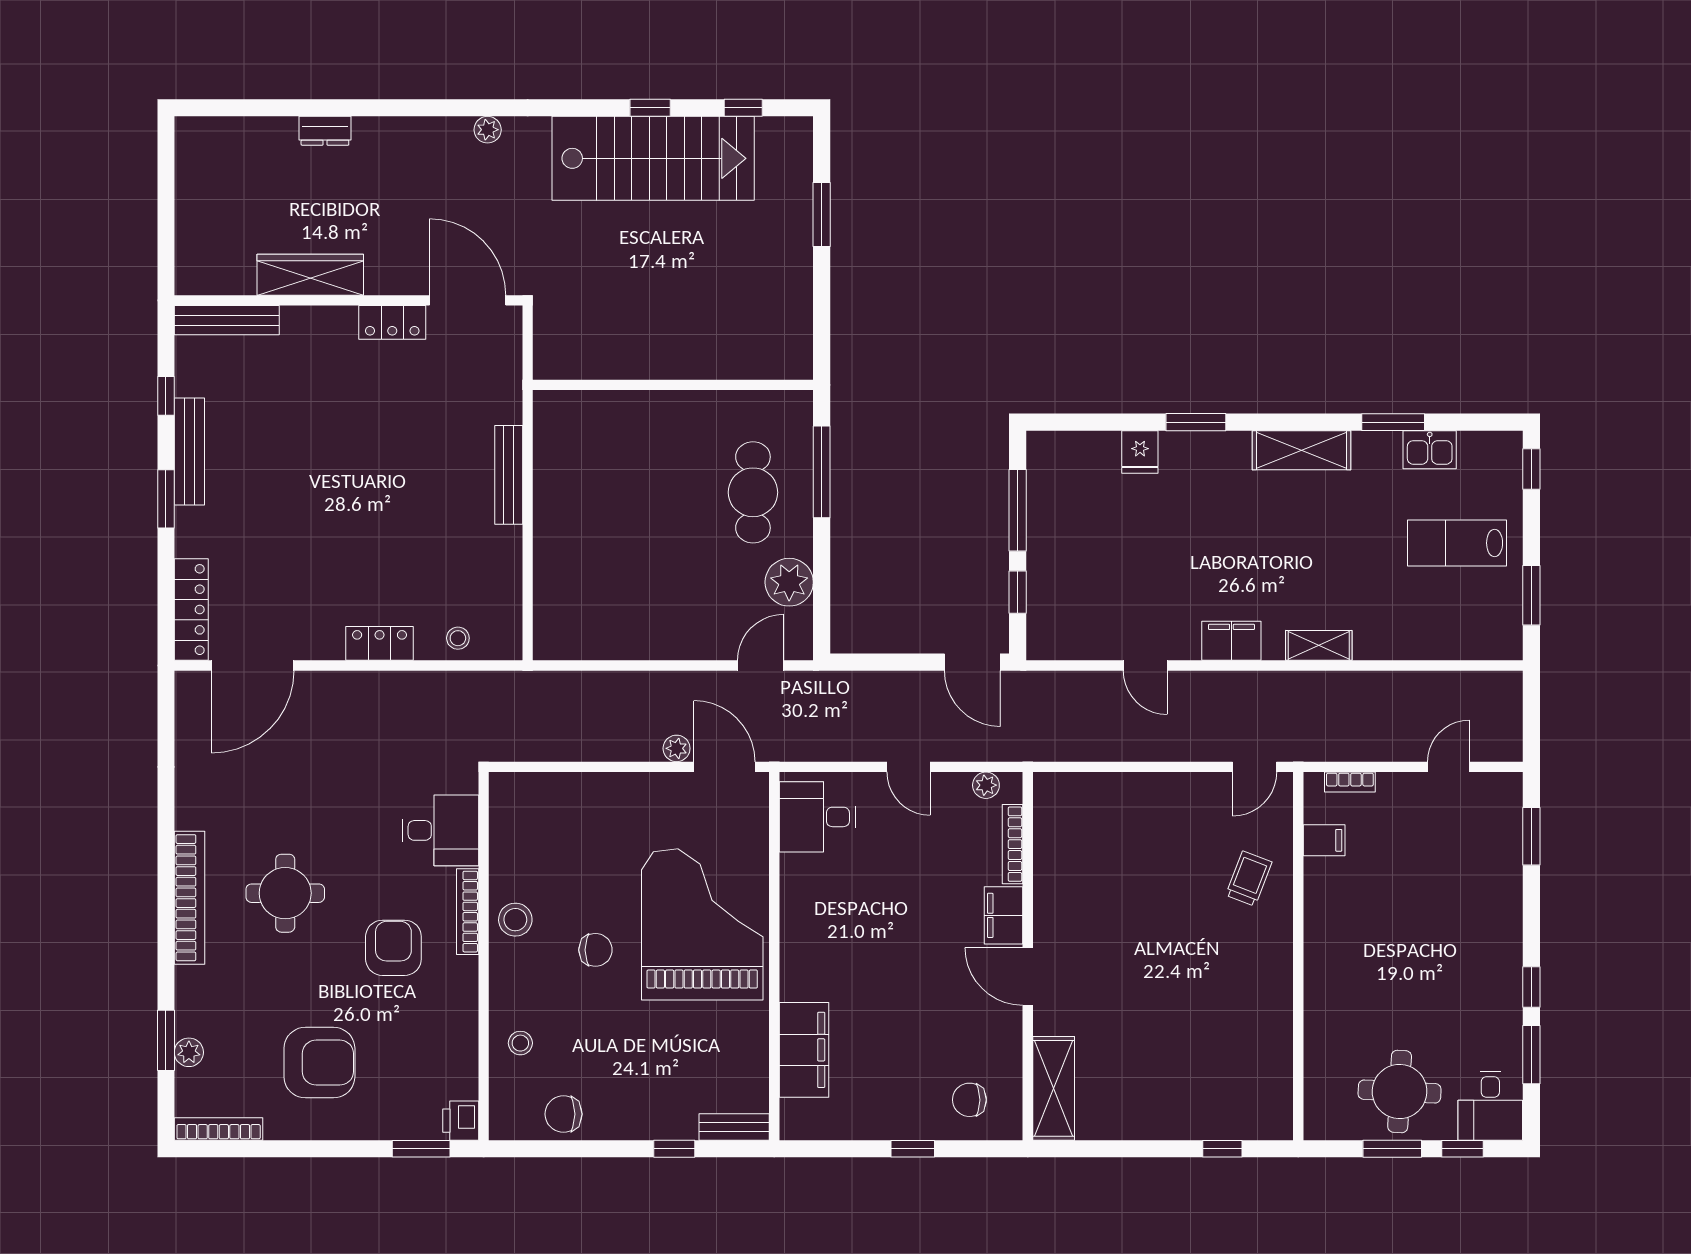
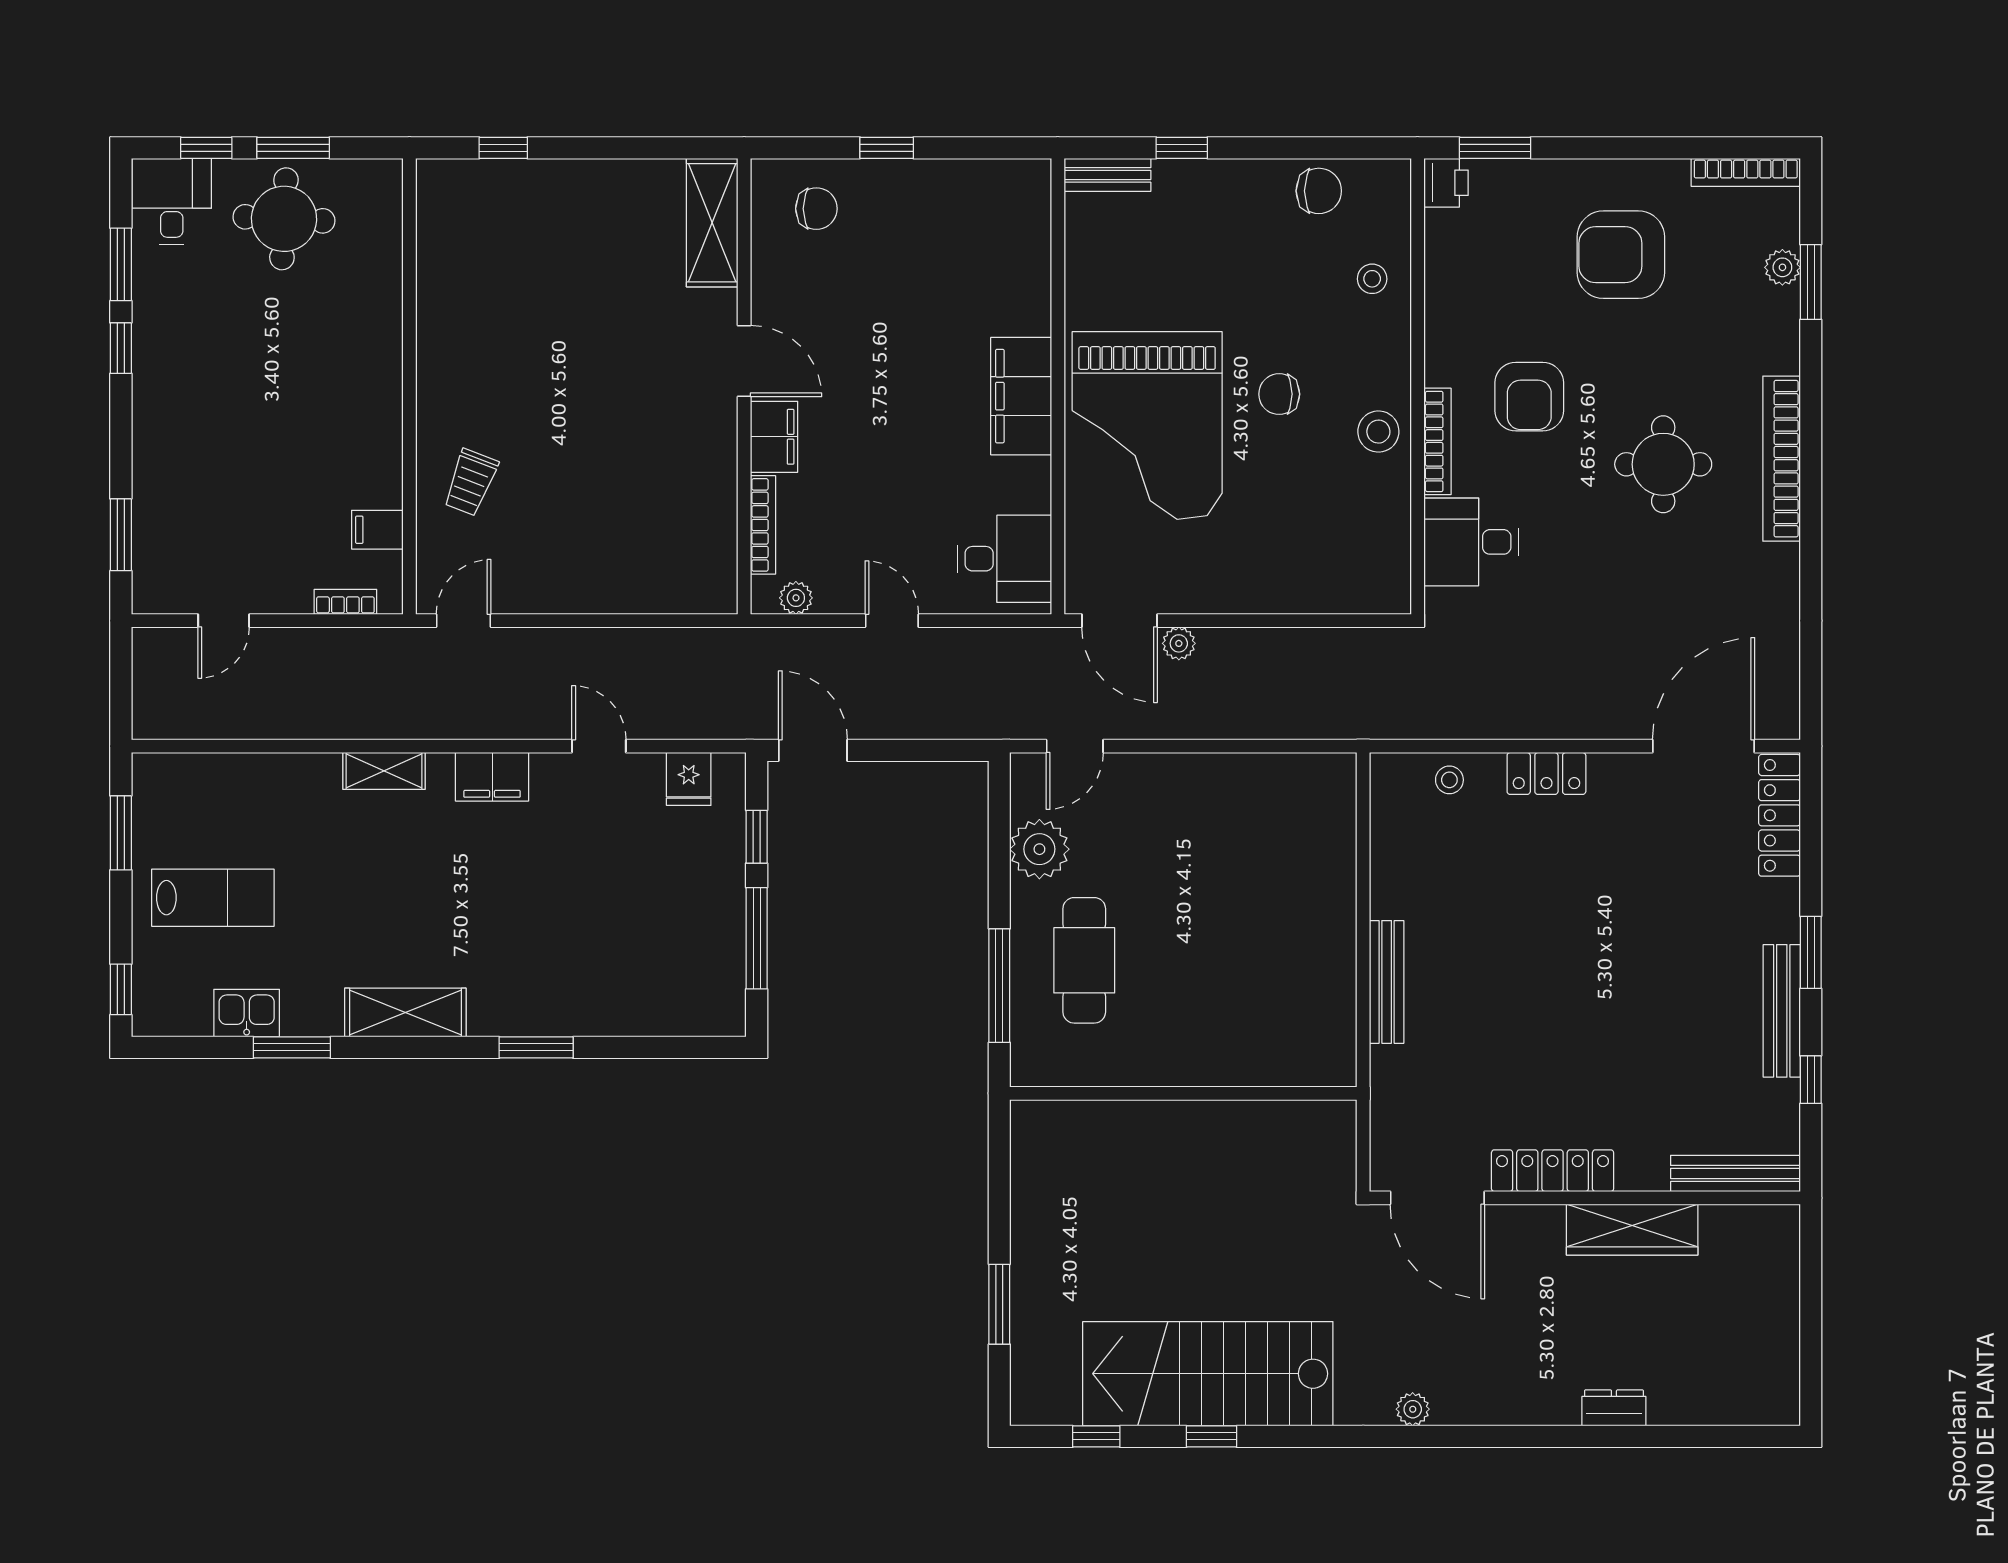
locker: (392, 322) -> (1553, 1171), width x1.53
fridge: (1140, 452) -> (689, 779), moved, turned 180
filing cabinet: (804, 1050) -> (1021, 396), moved

